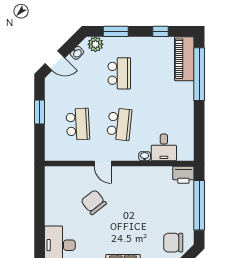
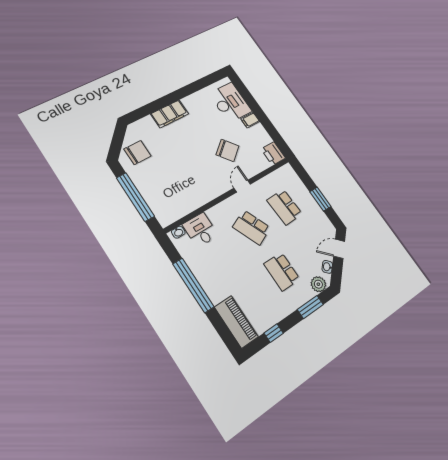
window: (199, 74) -> (193, 285), moved
school desk: (119, 124) -> (252, 227), turned -30
washbasin: (145, 156) -> (178, 232), moved
door: (103, 163) -> (242, 186), hinge flipped
printer: (183, 175) -> (273, 153), moved, turned -90
filing cabinet: (53, 219) -> (250, 120), added

